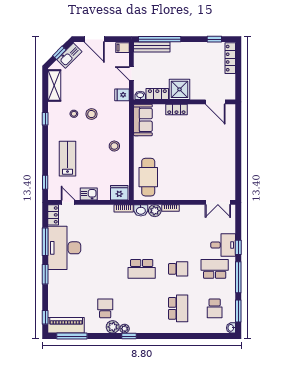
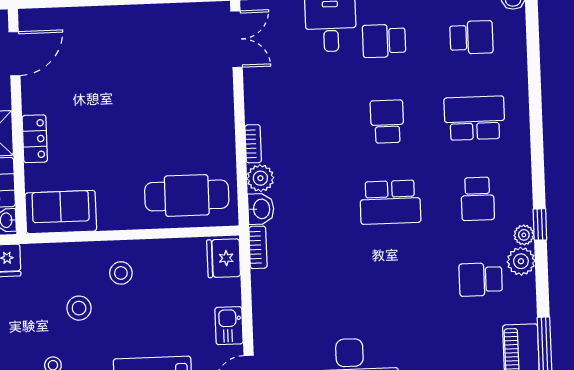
stool: (92, 114) -> (79, 308), moved
school desk: (142, 269) -> (390, 202), turned 90
school desk: (215, 269) -> (384, 41), width x0.54
school desk: (142, 308) -> (478, 199), added

